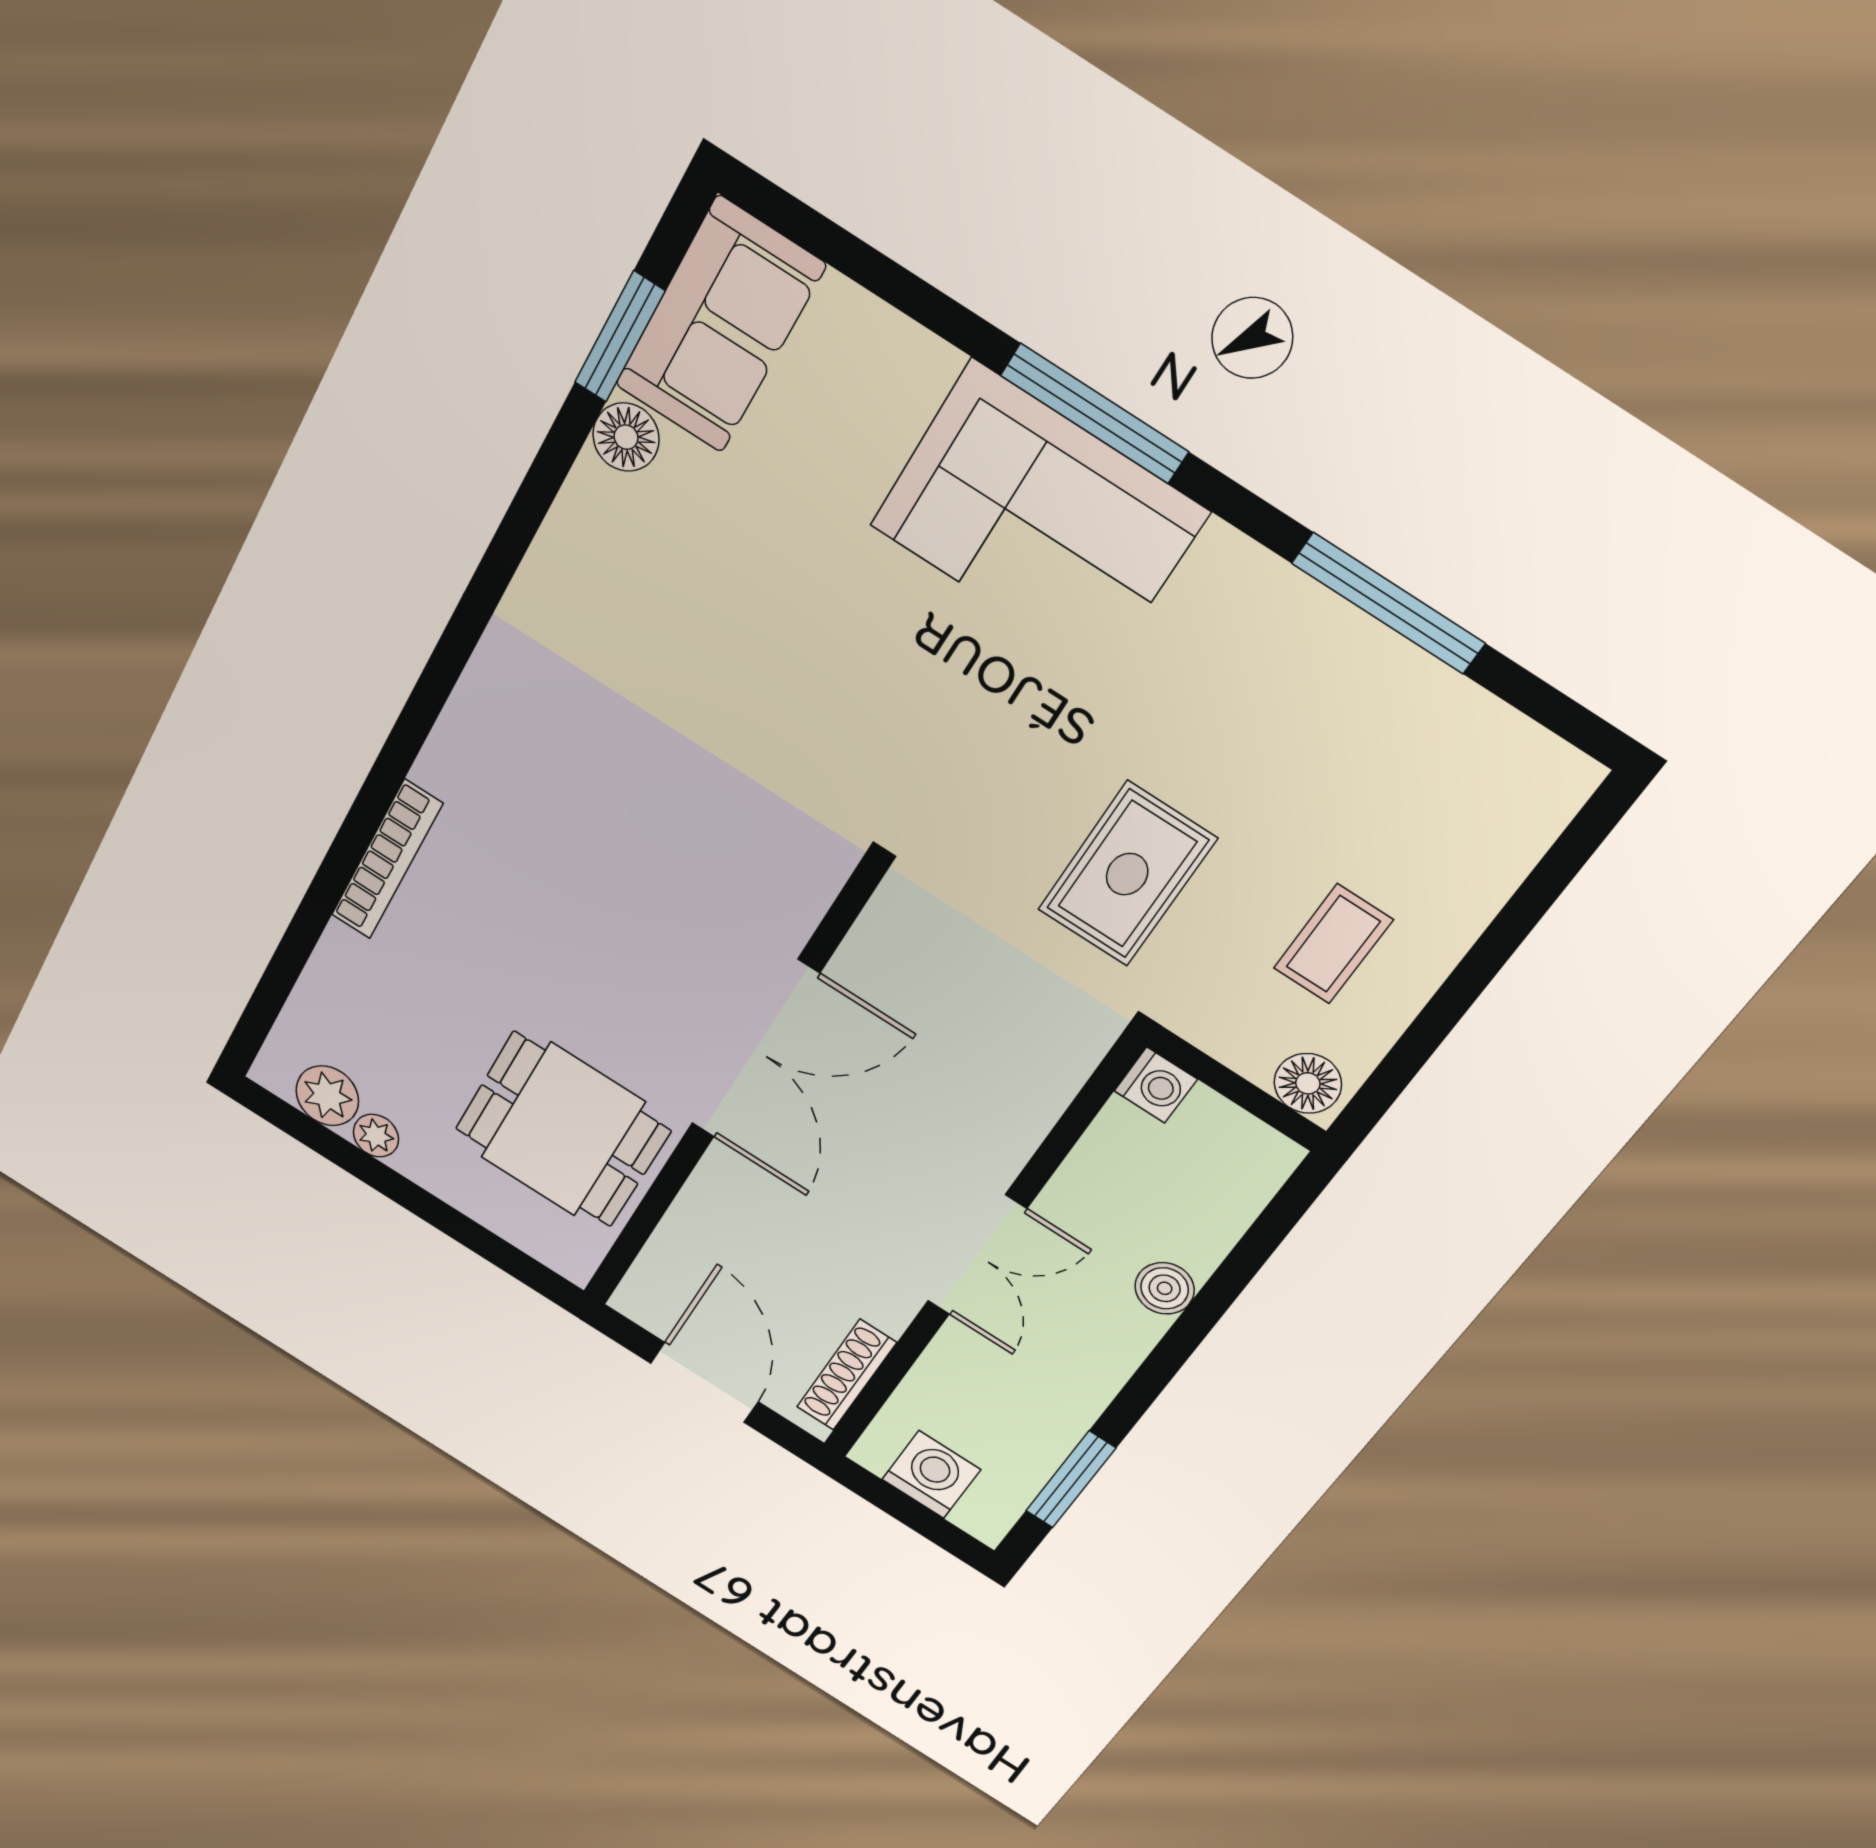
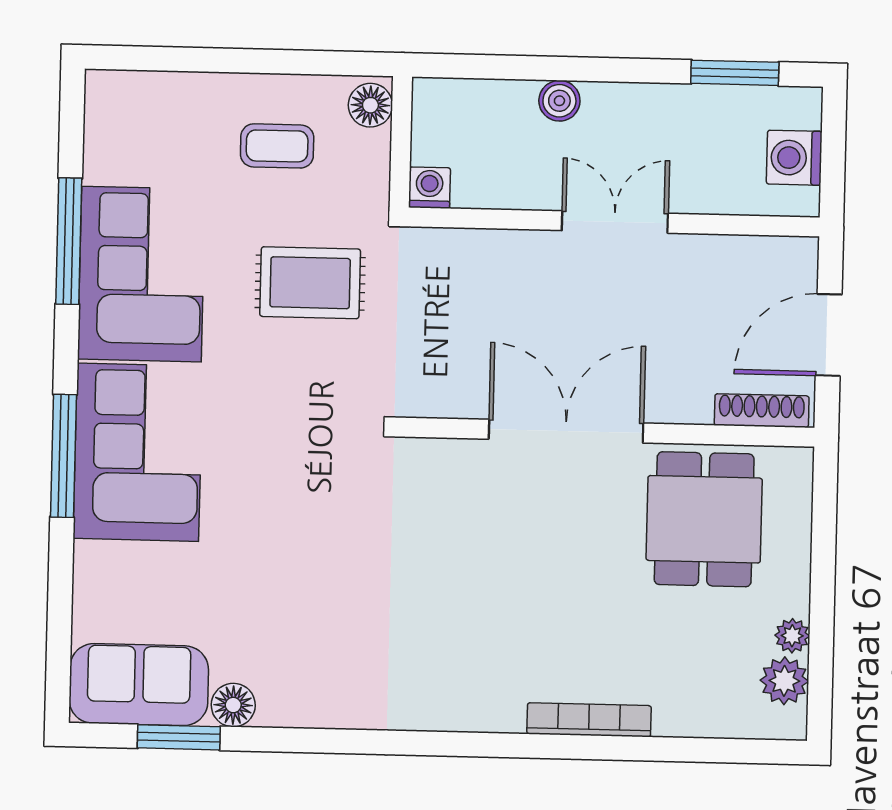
corner sofa: (1278, 671) -> (141, 274), added
shoe rack: (847, 1375) -> (762, 411), moved, turned 180

